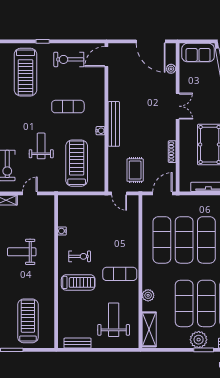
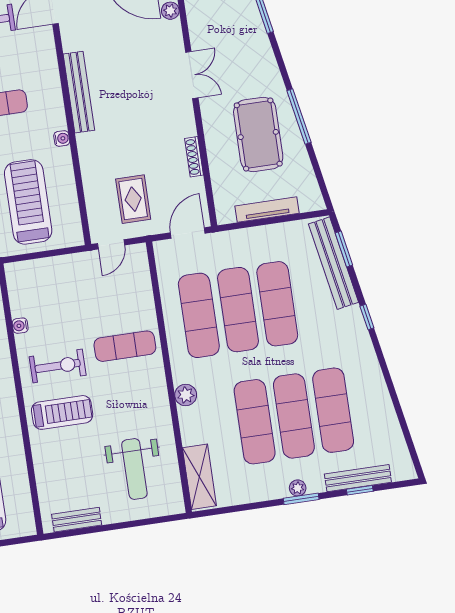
bench: (114, 124) -> (79, 92), moved
door: (119, 193) -> (111, 244), hinge flipped
exercise bike: (80, 256) -> (58, 366), width x1.38, depth x1.39
exercise mat: (120, 274) -> (125, 346), moved
plant: (148, 295) -> (186, 395), moved
weight bench: (114, 320) -> (134, 469), turned 180
plant: (199, 340) -> (298, 488), width x0.53, depth x0.53

